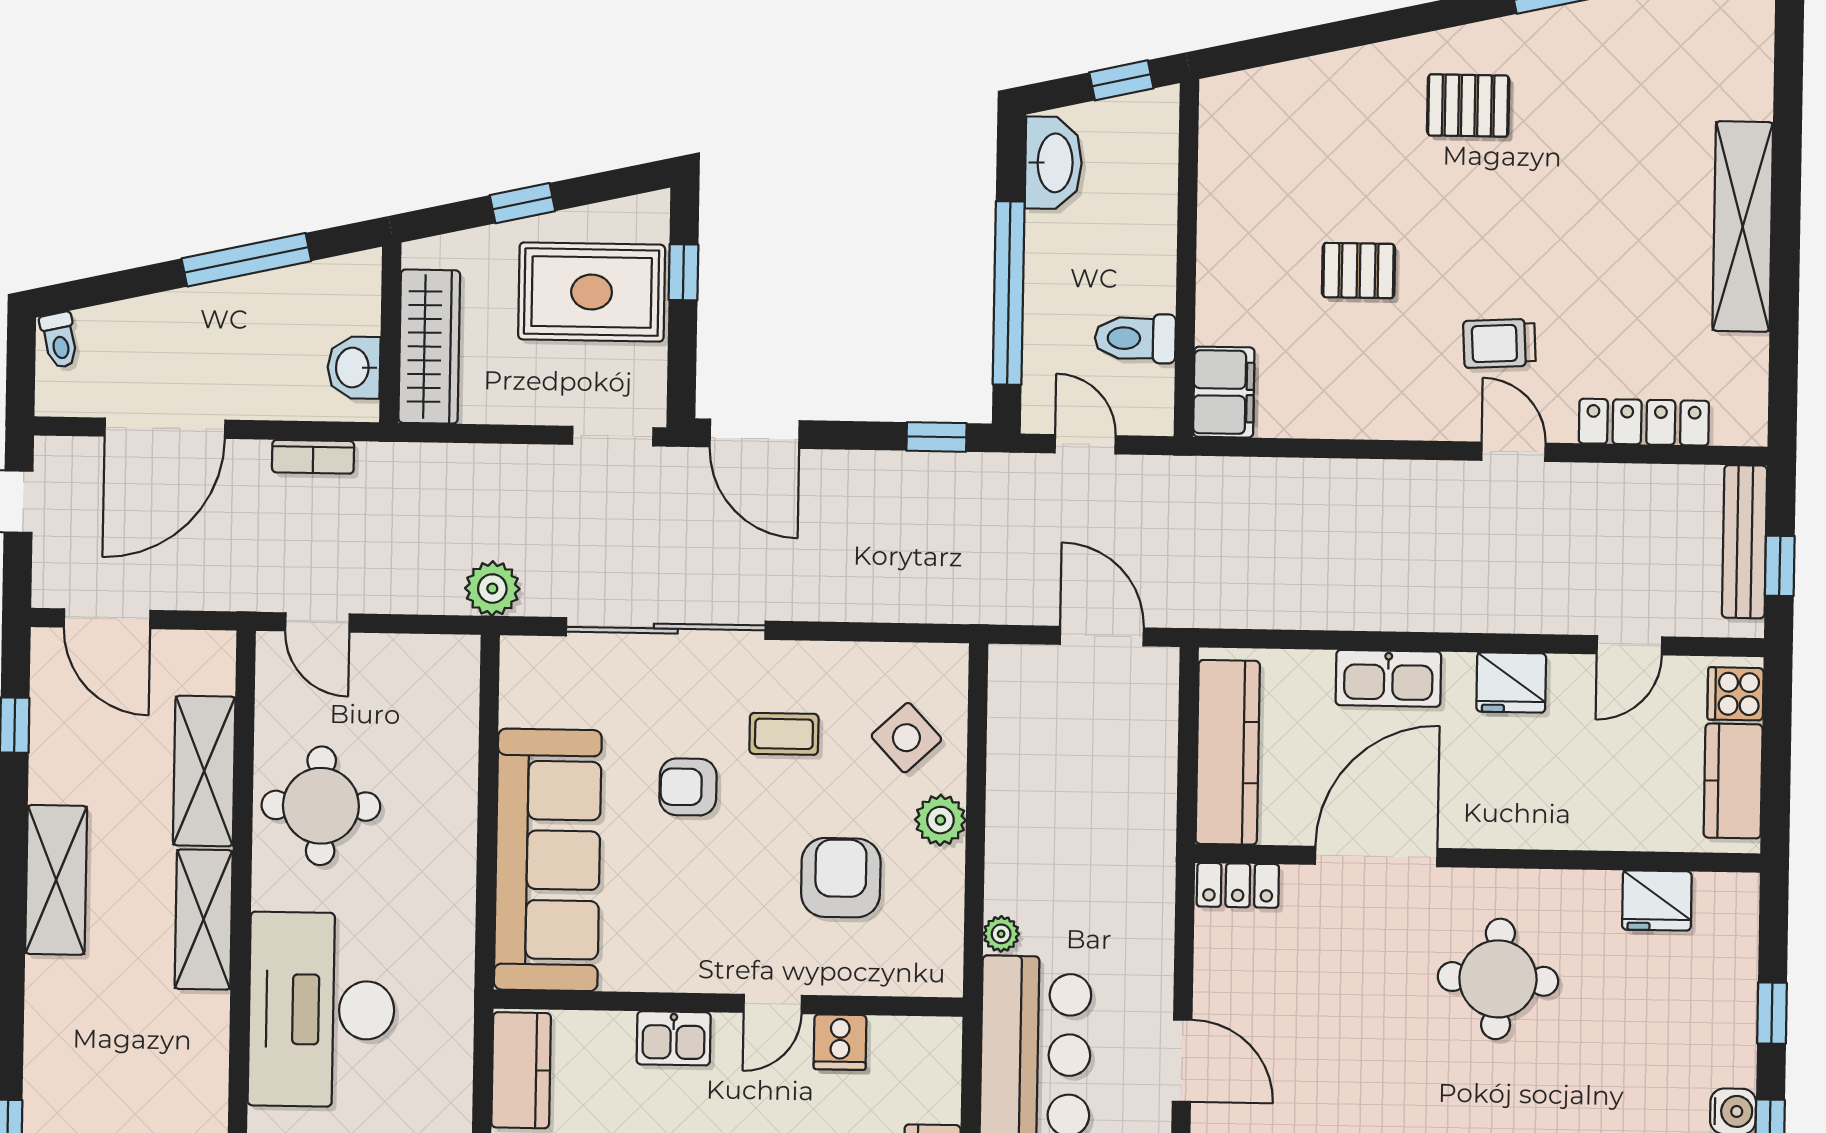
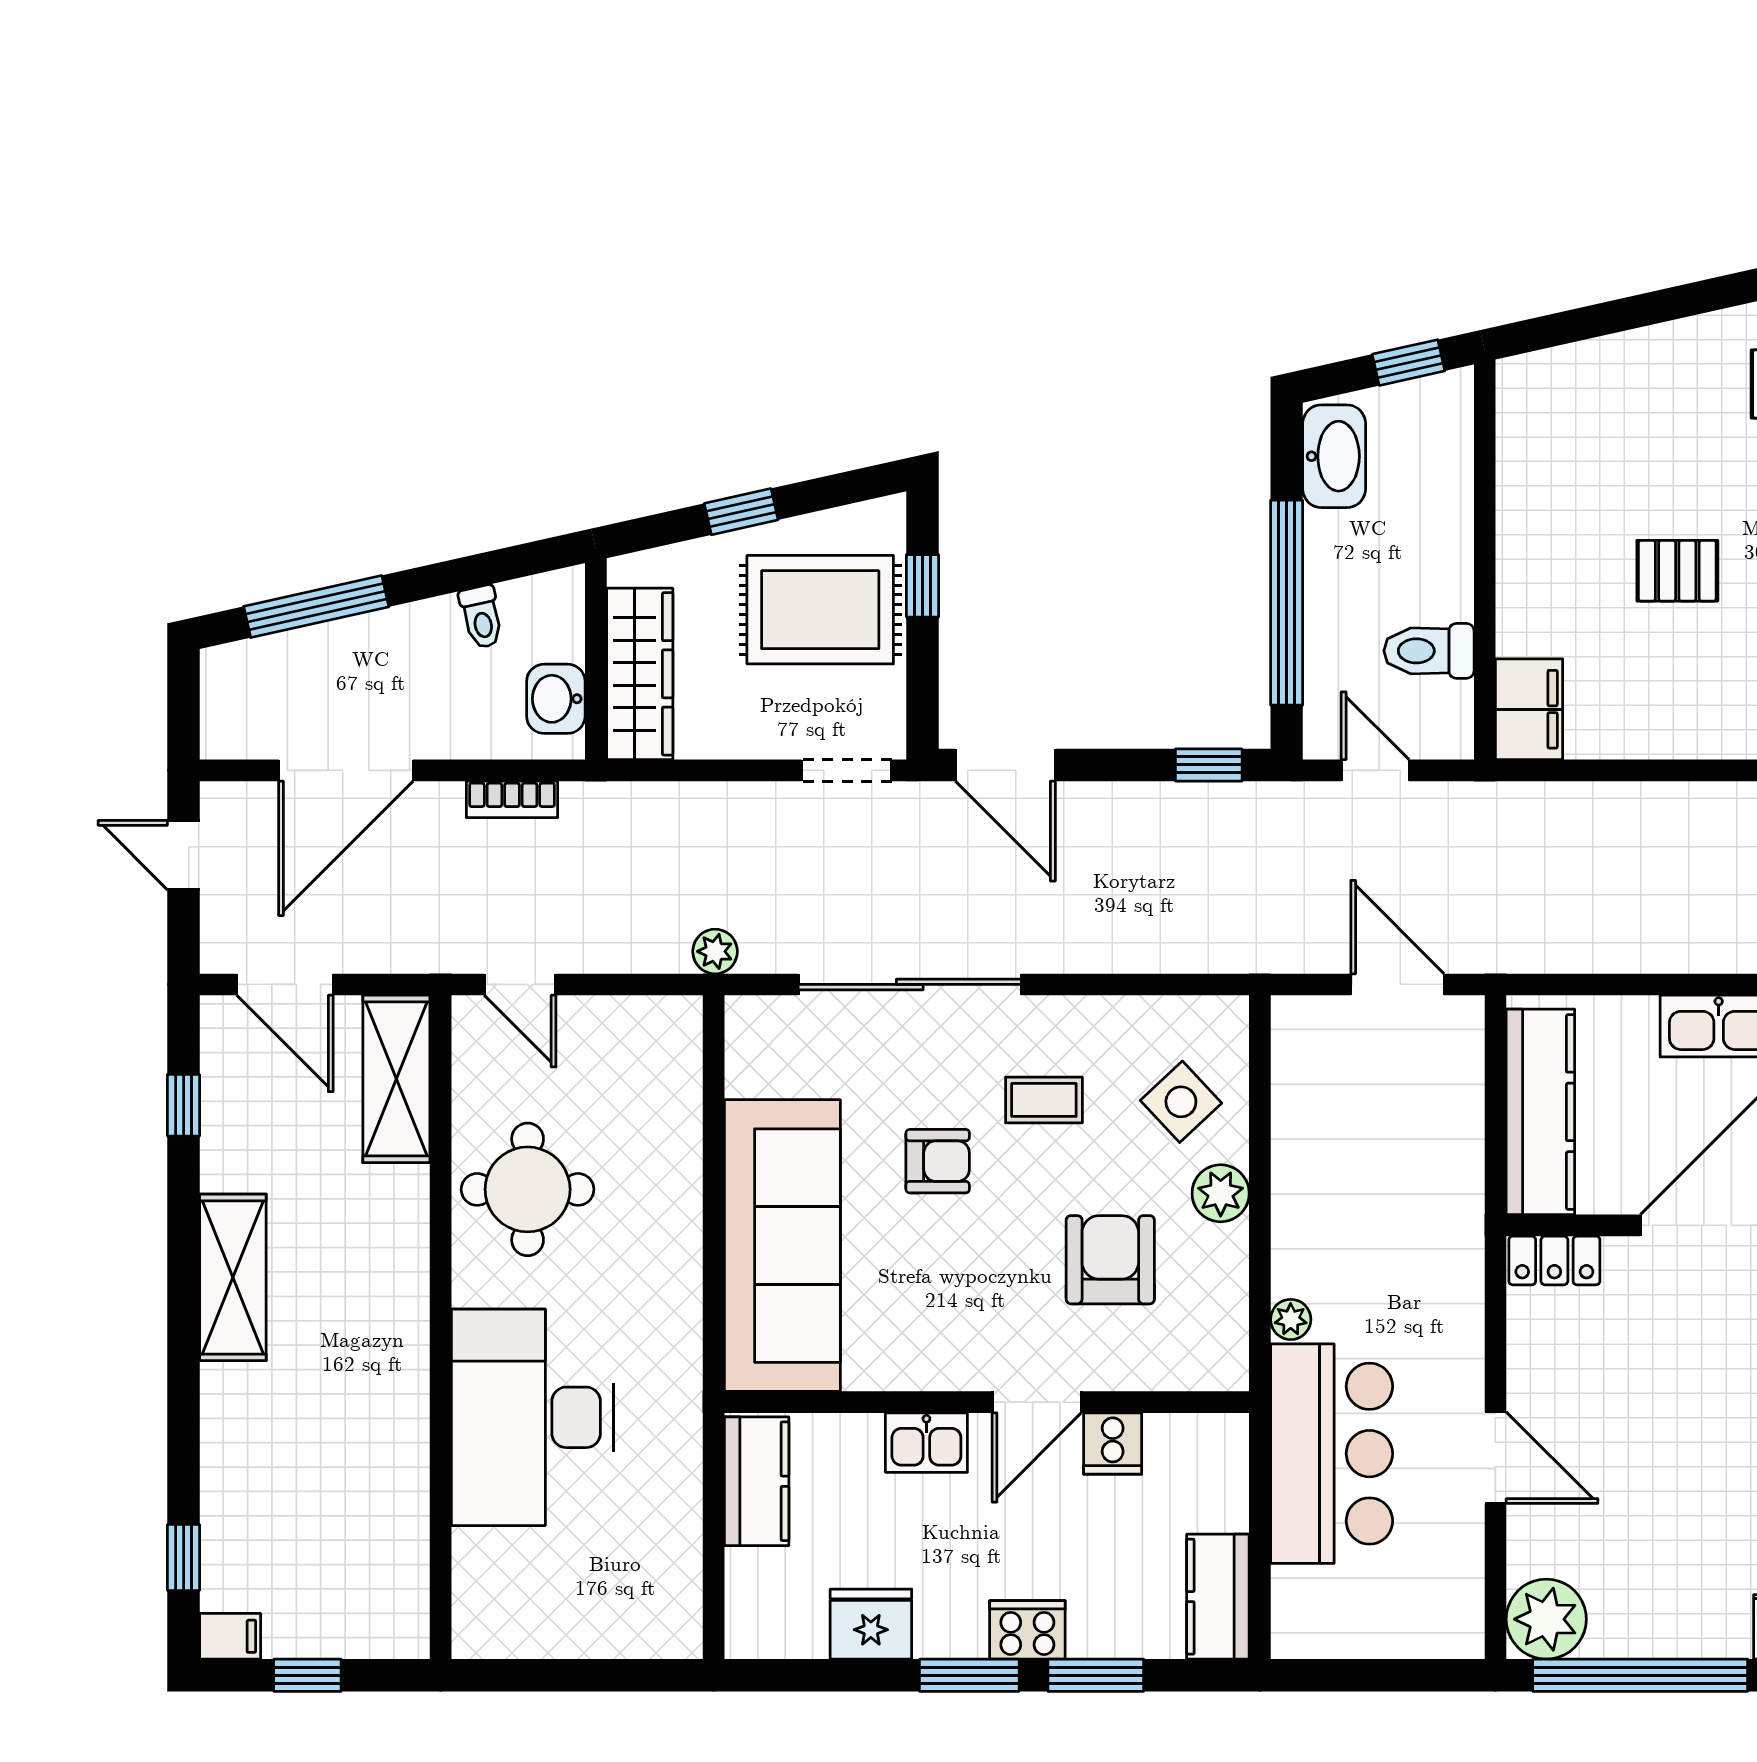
window: (246, 260) -> (316, 607), moved
toilet: (59, 340) -> (481, 617), moved
plant: (492, 589) -> (715, 951), width x0.73, depth x0.73
shelving: (204, 771) -> (396, 1079), moved
armchair: (688, 787) -> (938, 1161), turned 180
shelving: (204, 920) -> (399, 1319), removed
door: (773, 1004) -> (1037, 1402), width x1.38

